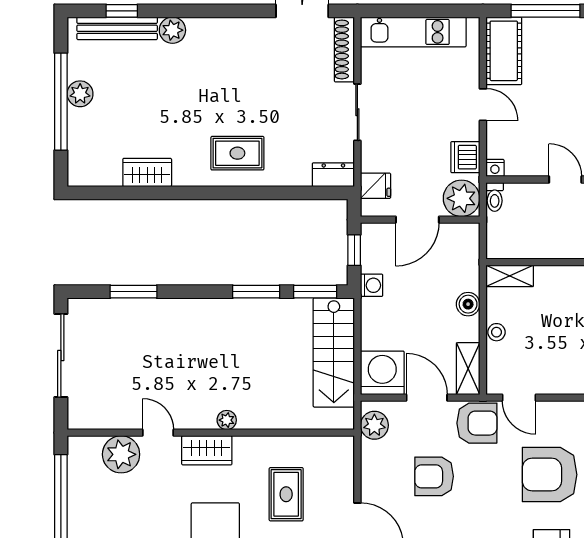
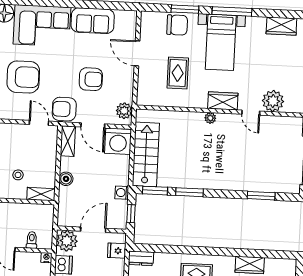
toilet: (495, 197) -> (32, 240), moved
stool: (496, 332) -> (18, 175), moved

